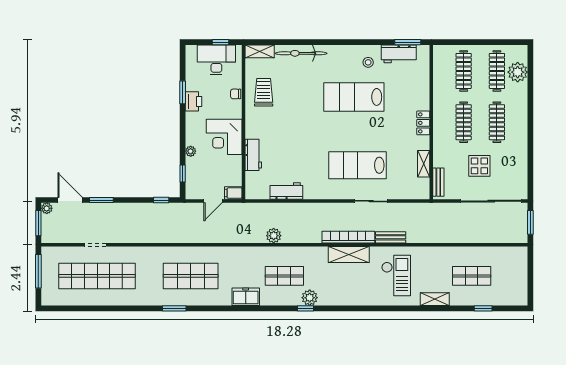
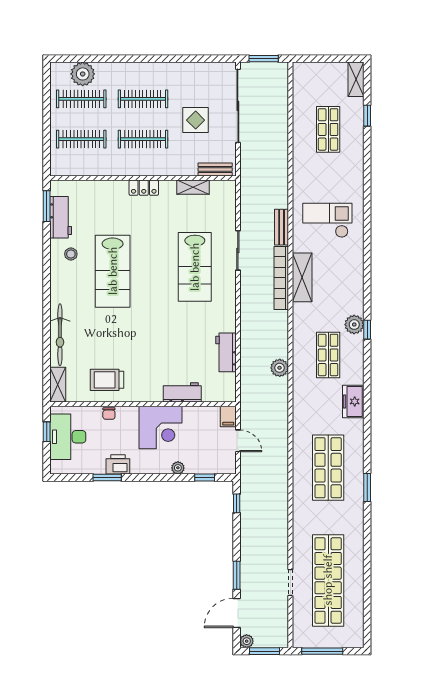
shelving: (435, 299) -> (356, 79), moved

